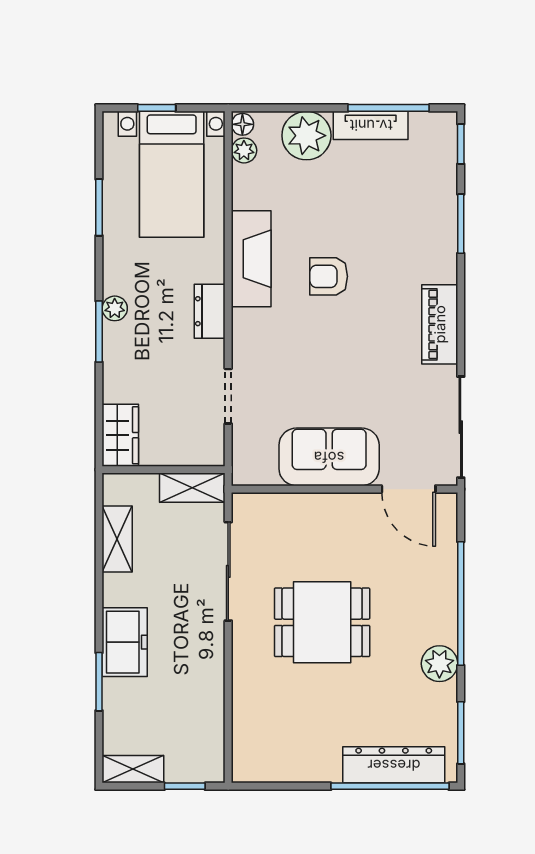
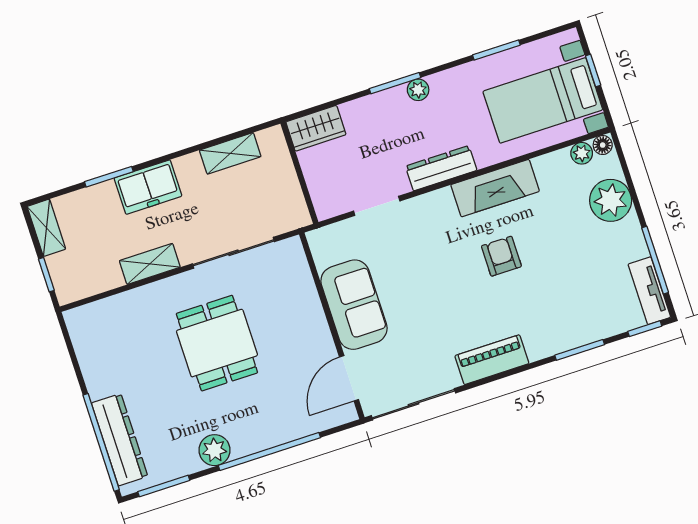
tv unit: (371, 125) -> (649, 291), moved
dresser: (210, 311) -> (441, 168), width x1.44
shelving: (192, 488) -> (150, 264), moved, turned 90

